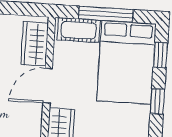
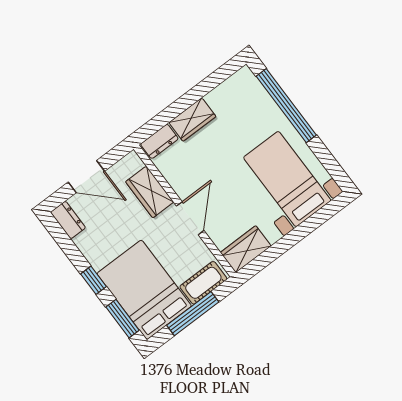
wardrobe: (35, 44) -> (246, 249), moved, turned -90
window: (160, 55) -> (123, 319), width x1.50

